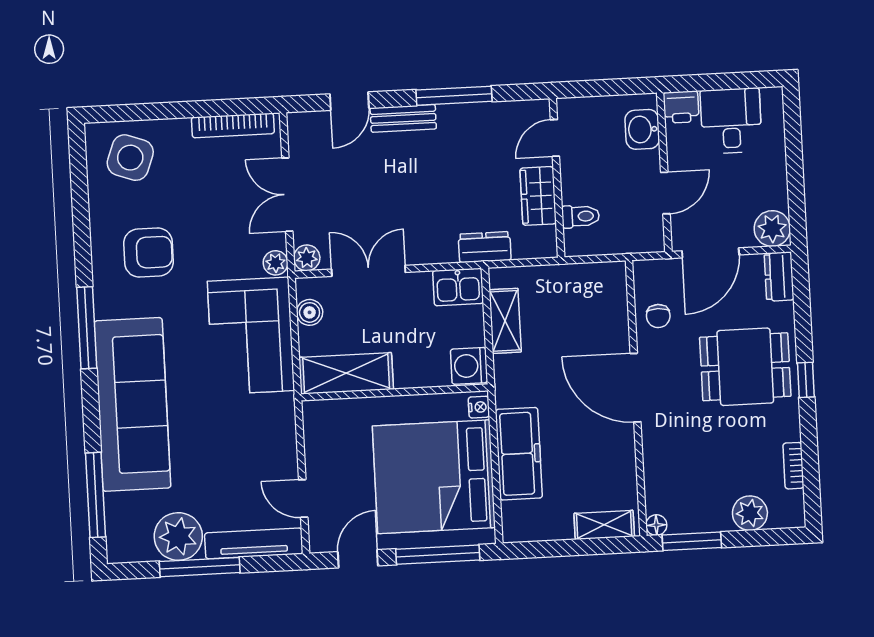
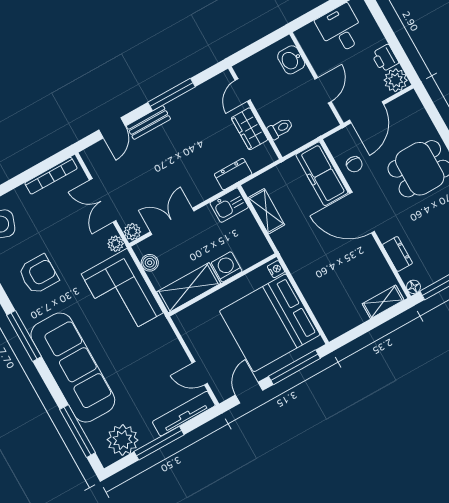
printer: (681, 107) -> (385, 58), moved, turned 90
dresser: (779, 277) -> (397, 254), moved, turned 180
washing machine: (469, 366) -> (227, 267), moved, turned 90
freezer: (519, 454) -> (322, 174), moved, turned 180
plant: (178, 536) -> (123, 440), moved

